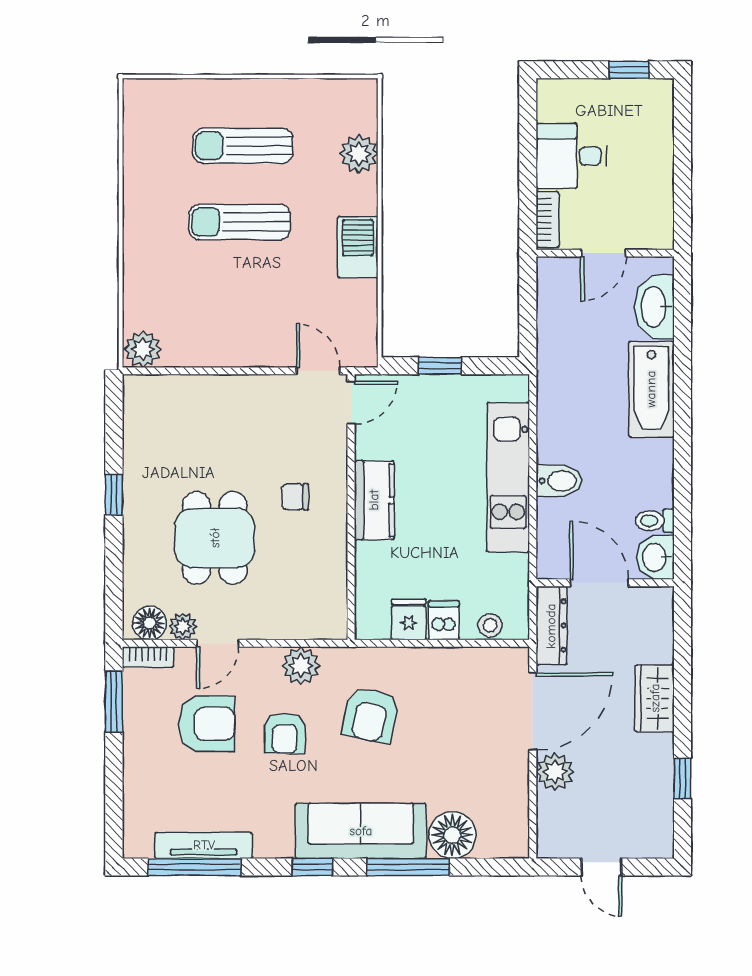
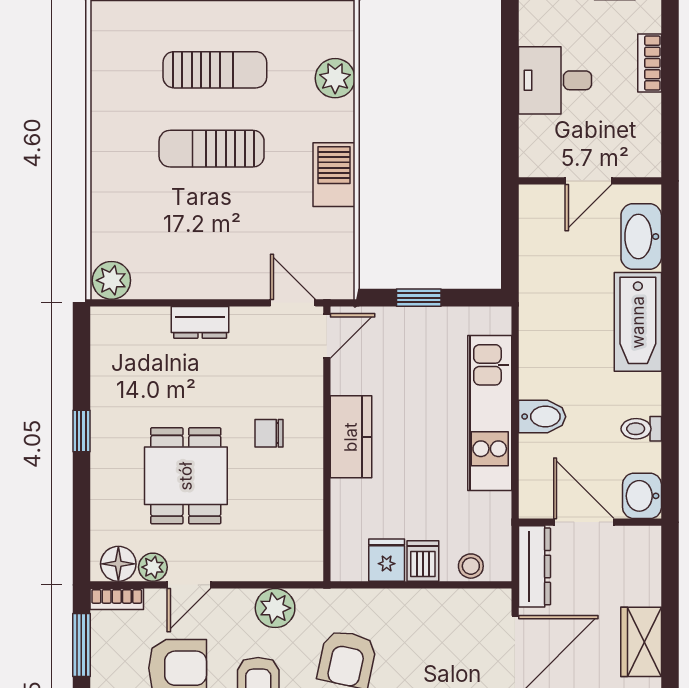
sun lounger: (243, 146) -> (215, 70), turned 180
bookcase: (547, 219) -> (650, 63), moved, turned 180
dresser: (228, 390) -> (200, 322), added
toilet: (655, 521) -> (641, 429), moved

